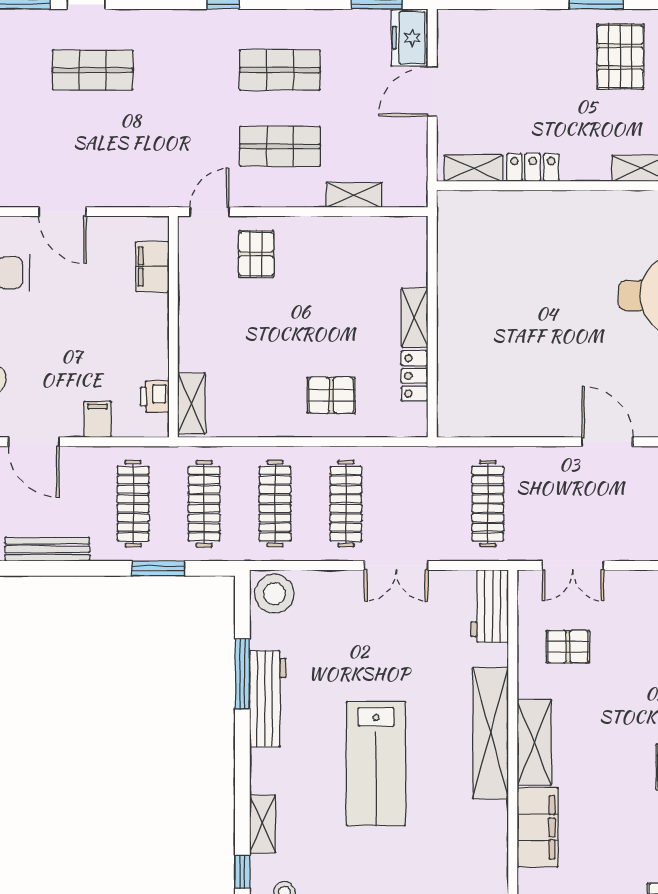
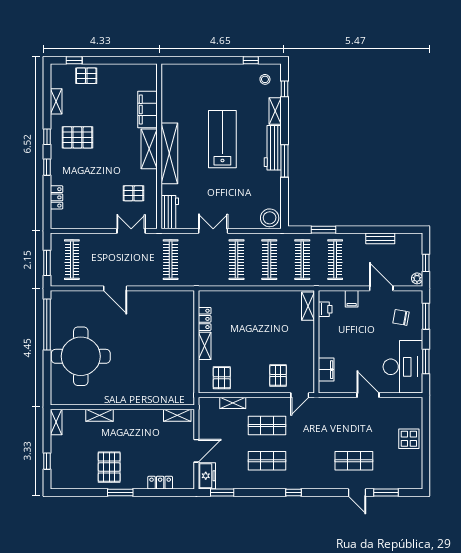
locker: (533, 167) -> (160, 483), moved, turned 180
pallet: (331, 395) -> (222, 378), moved, turned 90
bench: (47, 549) -> (380, 238), width x0.73
window: (242, 674) -> (284, 161), moved
workbench: (268, 699) -> (273, 148), moved

